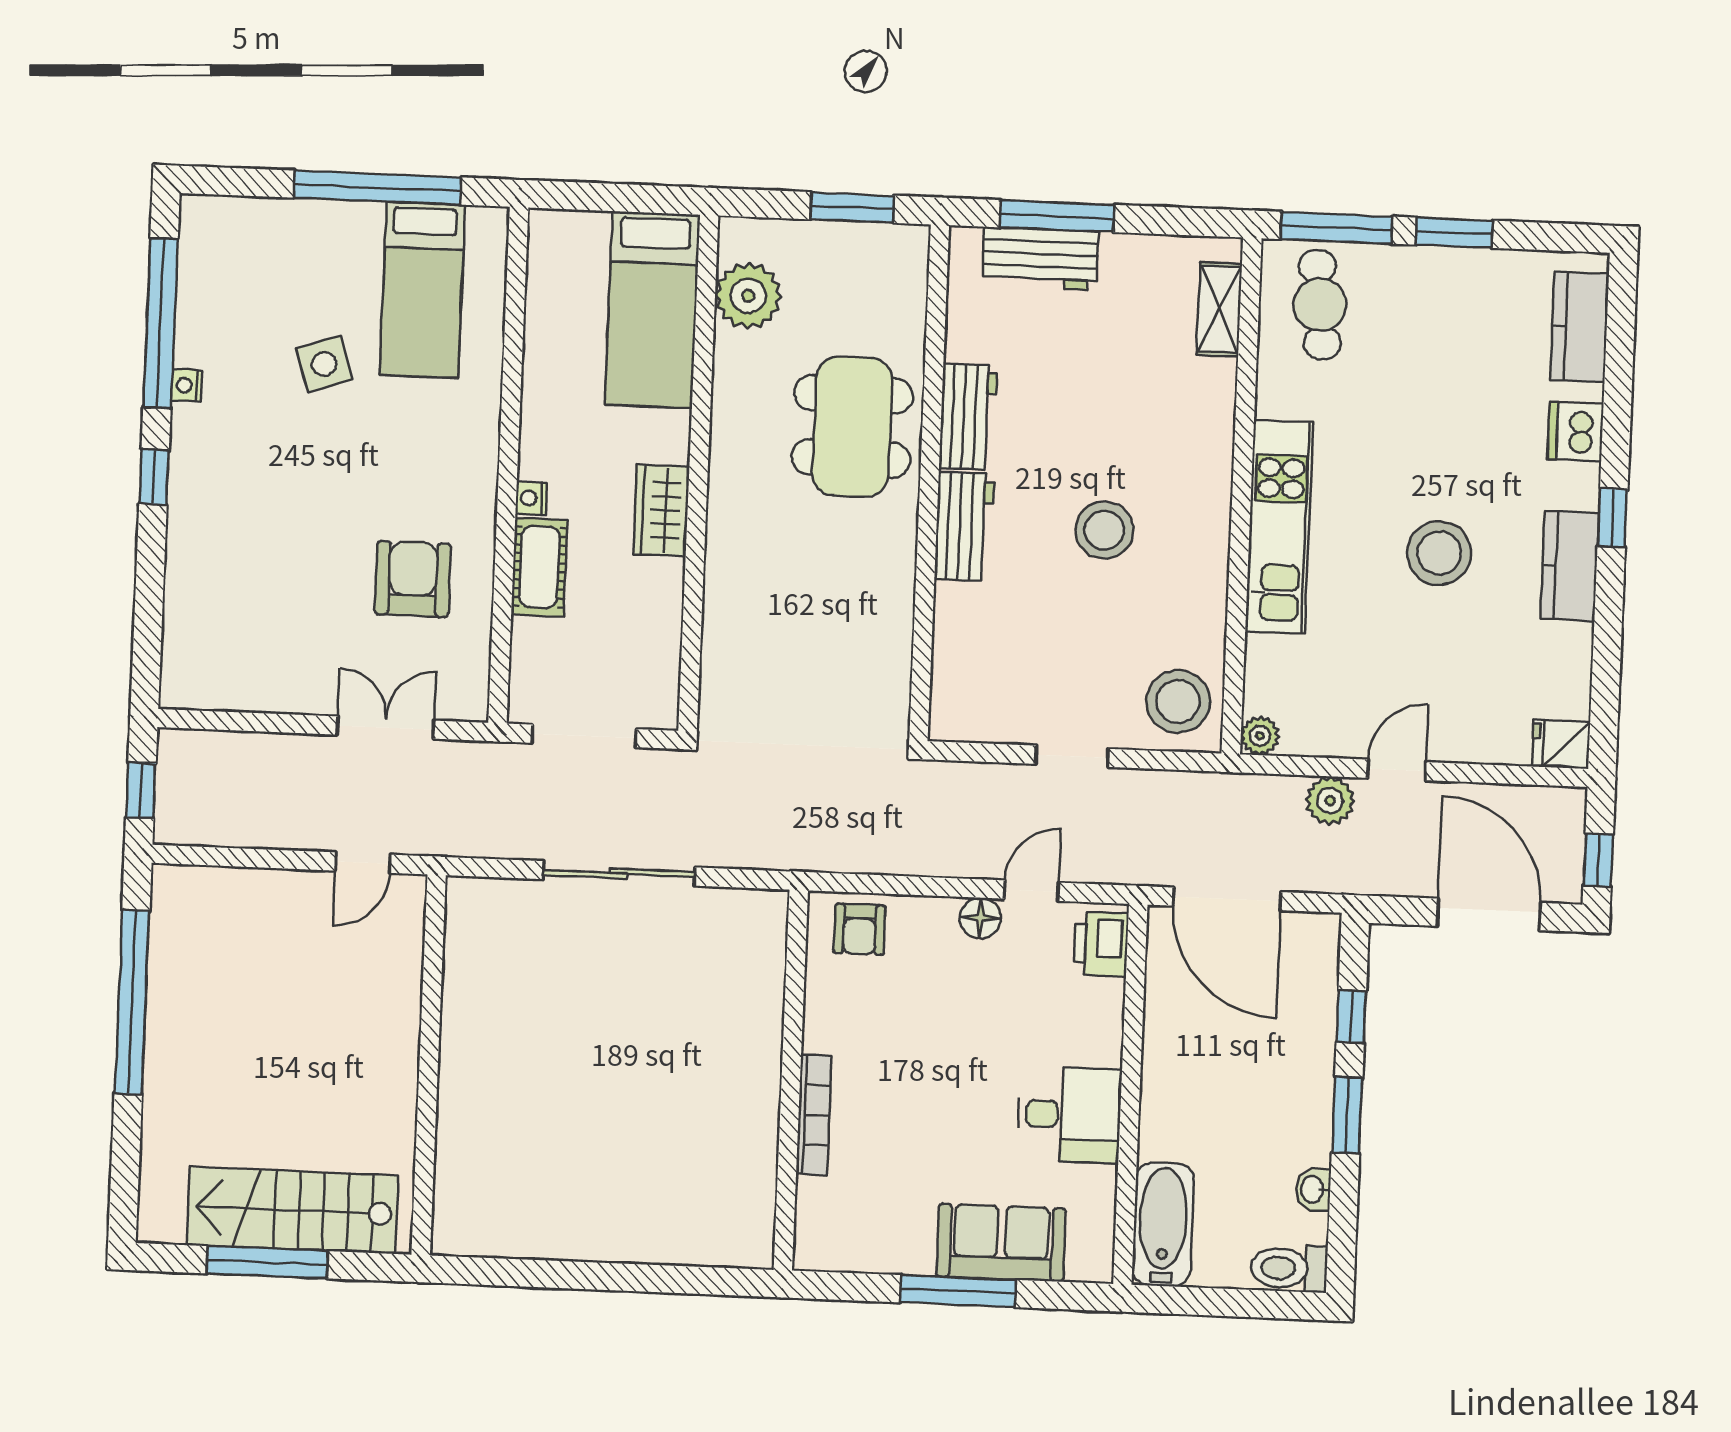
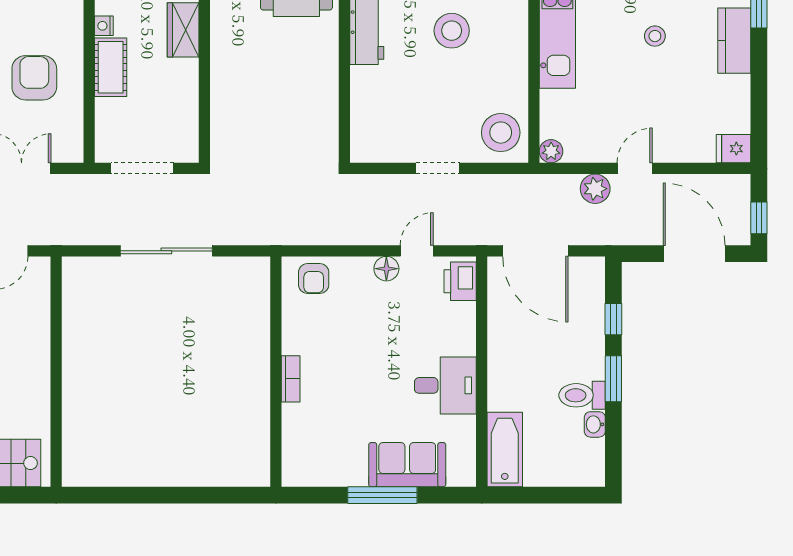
stool: (1439, 553) -> (655, 36), width x0.53, depth x0.53
bookcase: (814, 1115) -> (291, 379), width x0.64
toilet: (1289, 1268) -> (582, 395), moved

